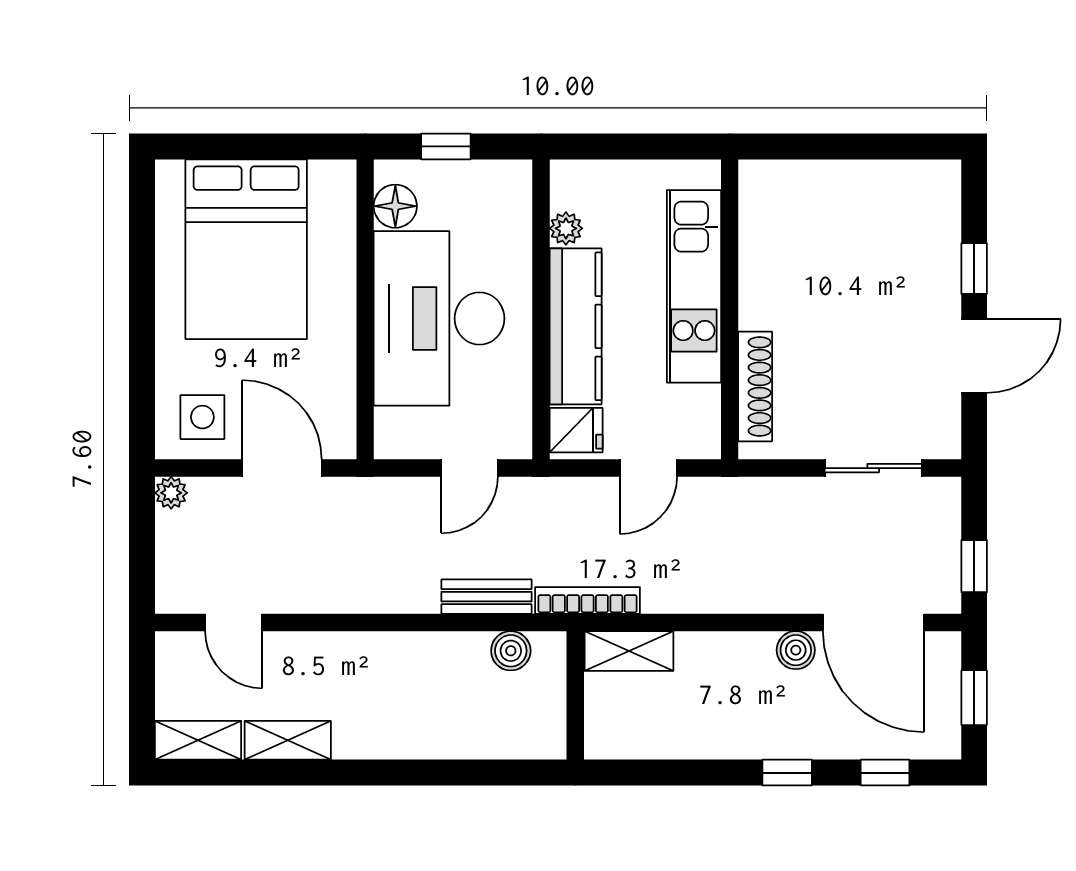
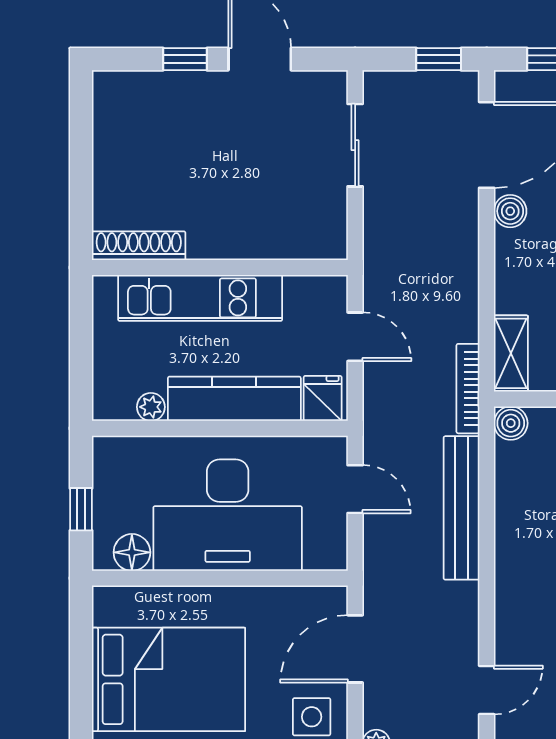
shoe rack: (755, 387) -> (139, 246), moved
bench: (486, 597) -> (461, 508), width x1.86, depth x1.21
boiler: (511, 651) -> (511, 423), moved

